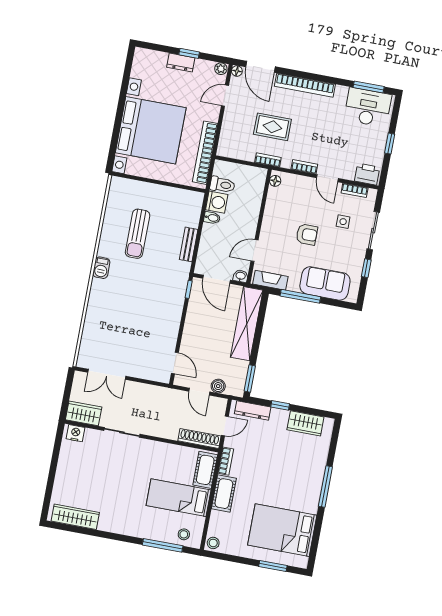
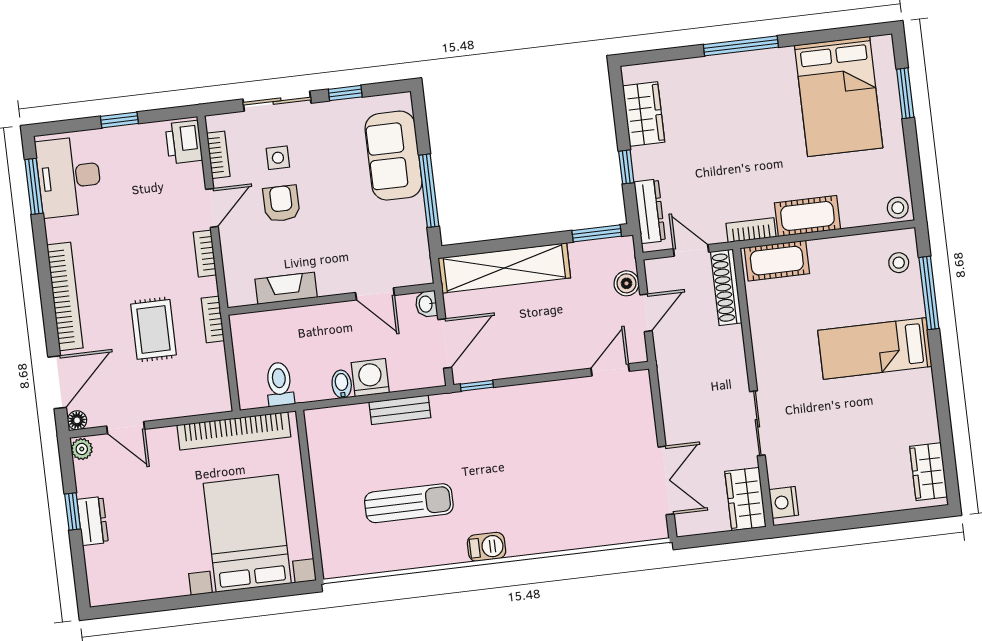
bed with nightstands: (151, 130) -> (247, 533), width x0.73
floor lamp: (275, 181) -> (245, 296), removed
washing machine: (217, 202) -> (370, 378), moved
armchair: (307, 234) -> (281, 204), moved
fireplace: (270, 280) -> (286, 288), moved, turned 90
bed: (179, 498) -> (875, 348), moved, turned 90
wardrobe: (75, 517) -> (929, 472), width x0.67

